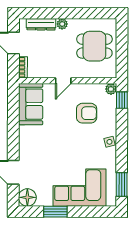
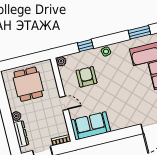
window: (122, 100) -> (85, 46), moved

